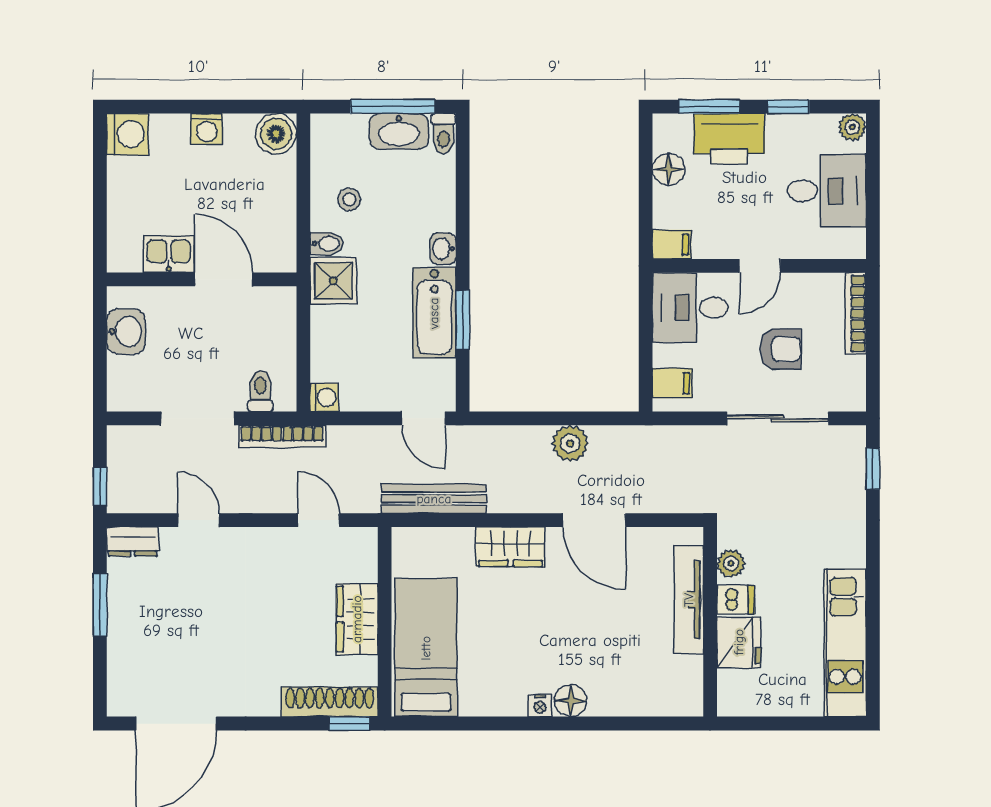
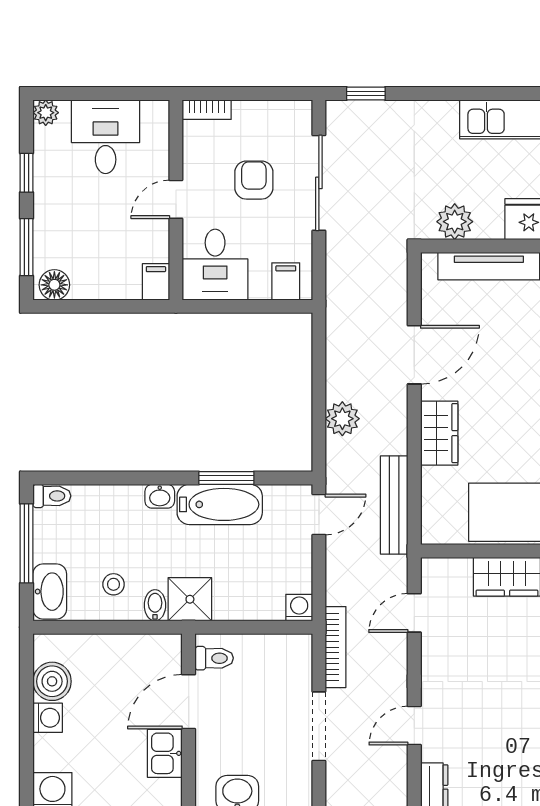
washbasin: (399, 131) -> (50, 592), moved
boiler: (276, 134) -> (52, 681), moved
printer: (729, 139) -> (57, 228), removed
floor lamp: (669, 169) -> (54, 285), moved
door: (760, 266) -> (176, 199), swing flipped
bookcase: (856, 313) -> (207, 110), width x0.64
toilet: (260, 391) -> (214, 658), moved, turned 180
plant: (570, 443) -> (342, 419), moved
plant: (731, 563) -> (455, 222), width x1.38, depth x1.38
dishwasher: (735, 600) -> (489, 222), removed

